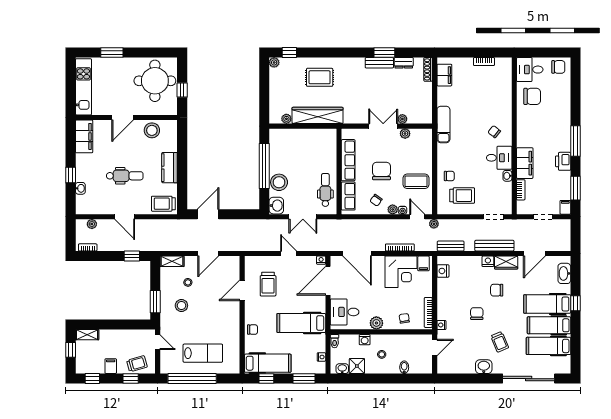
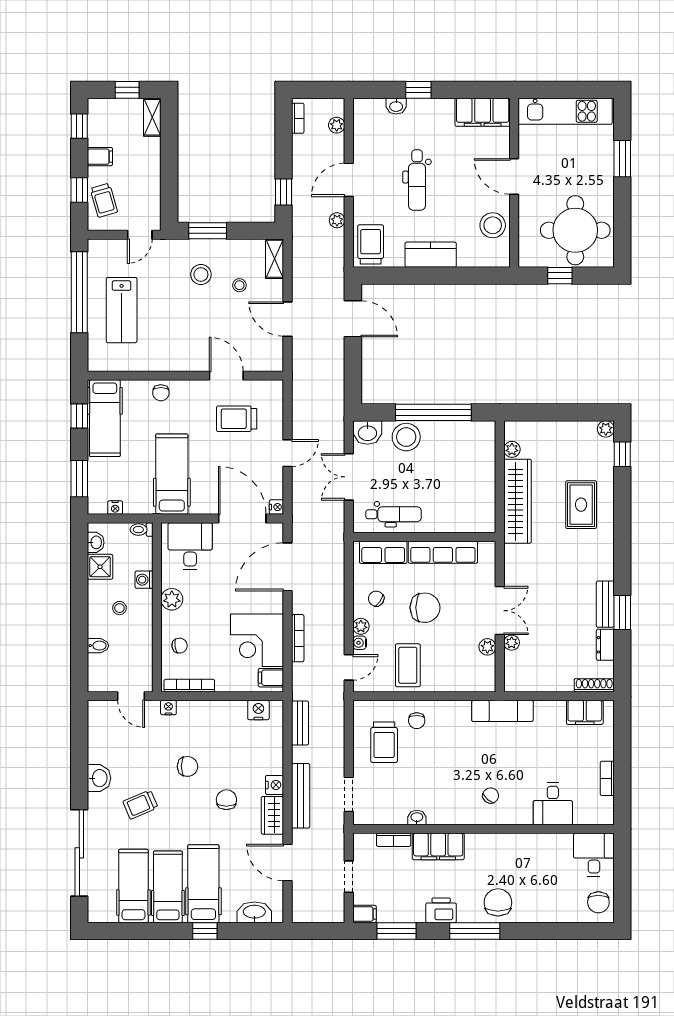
chair: (532, 96) -> (498, 902), moved, turned 180
desk: (499, 158) -> (553, 804), moved
plant: (434, 224) -> (337, 220), moved

